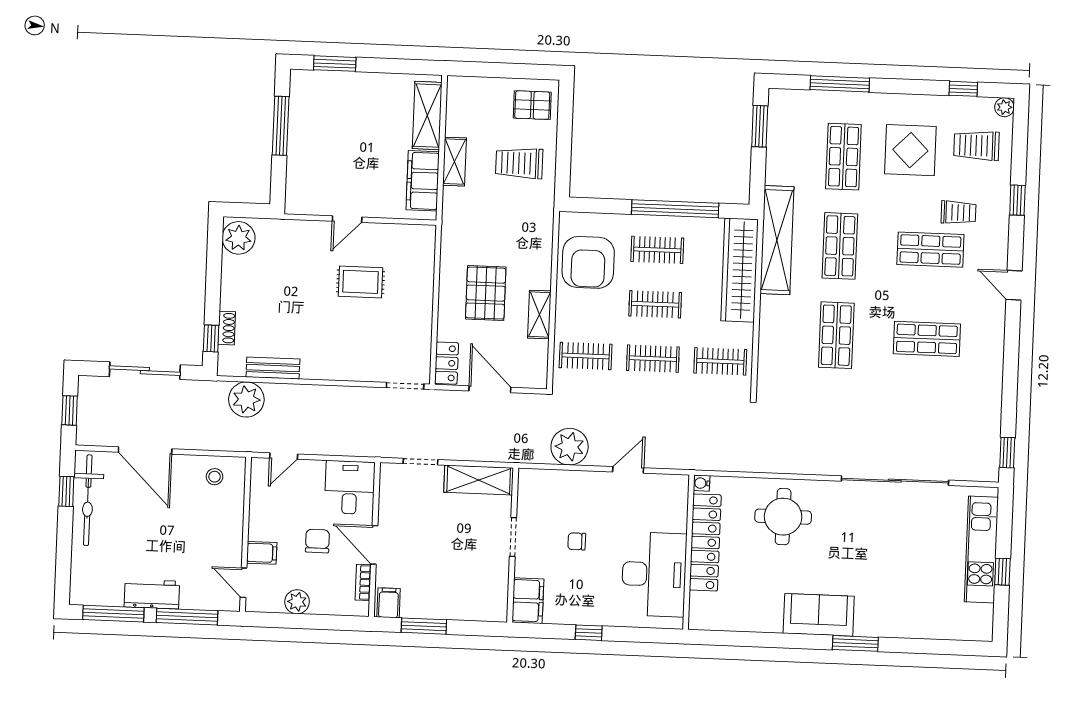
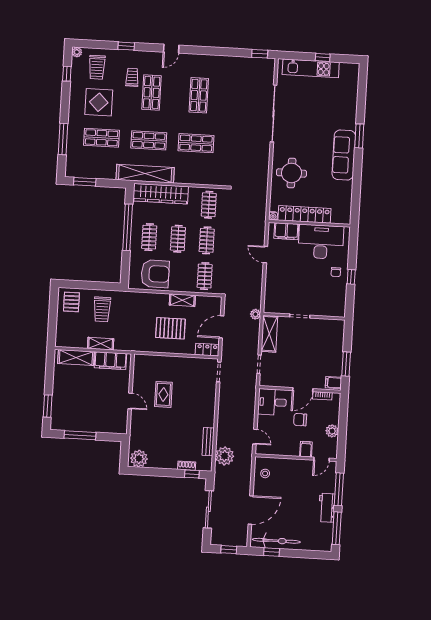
plant: (570, 447) -> (255, 314), moved, width x0.53, depth x0.53
chair: (577, 541) -> (336, 272), moved
filing cabinet: (528, 601) -> (286, 231), moved, turned 180
sofa: (819, 615) -> (344, 155), width x1.36

